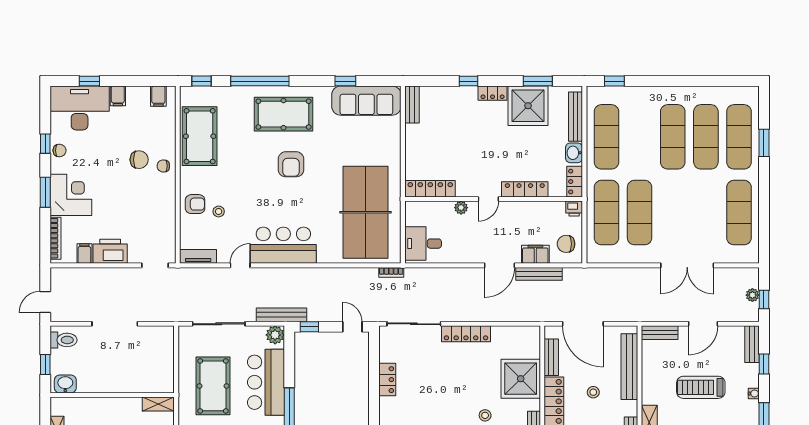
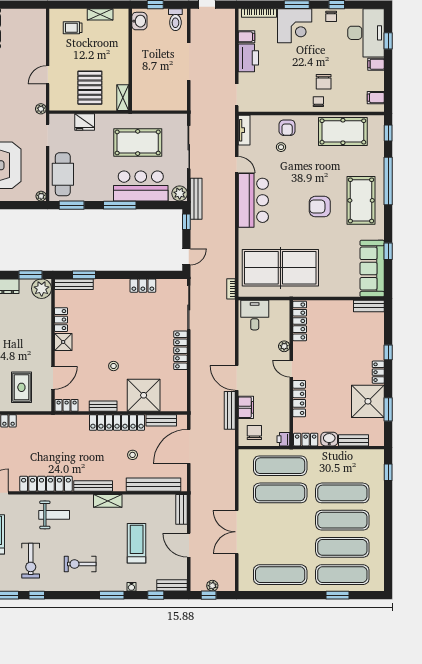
bench: (576, 117) -> (353, 440), width x0.73
exercise mat: (606, 137) -> (342, 493), moved

